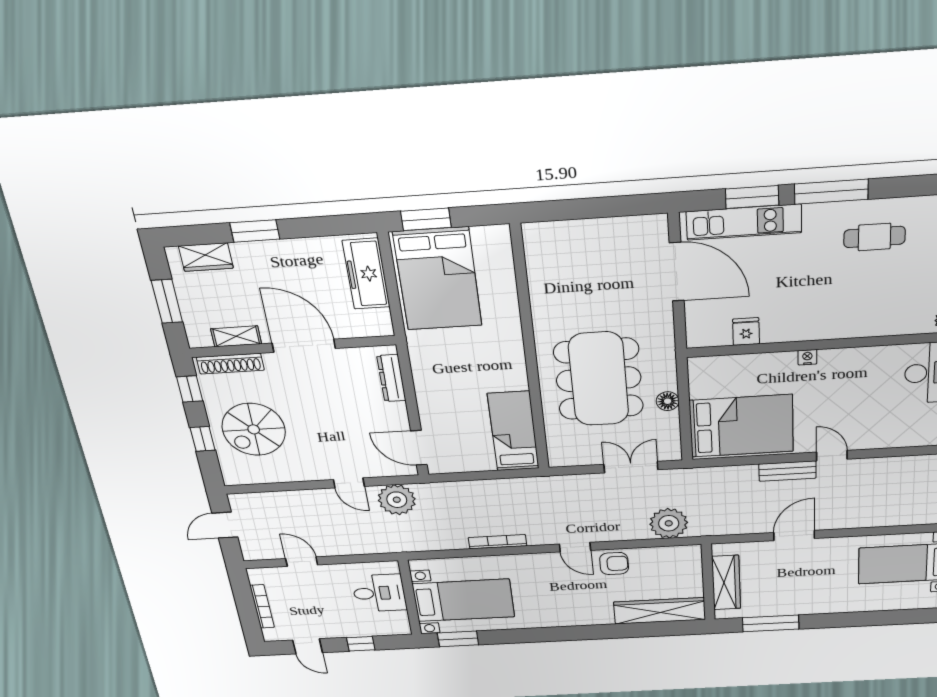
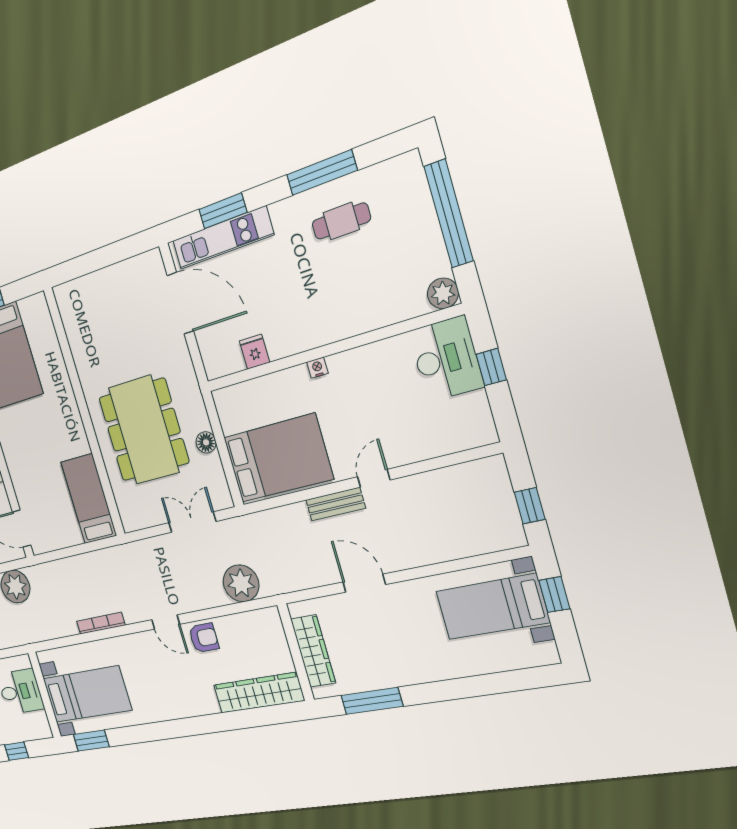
window: (831, 192) -> (322, 173), moved
door: (832, 456) -> (374, 478), hinge flipped
door: (794, 536) -> (364, 583), hinge flipped

